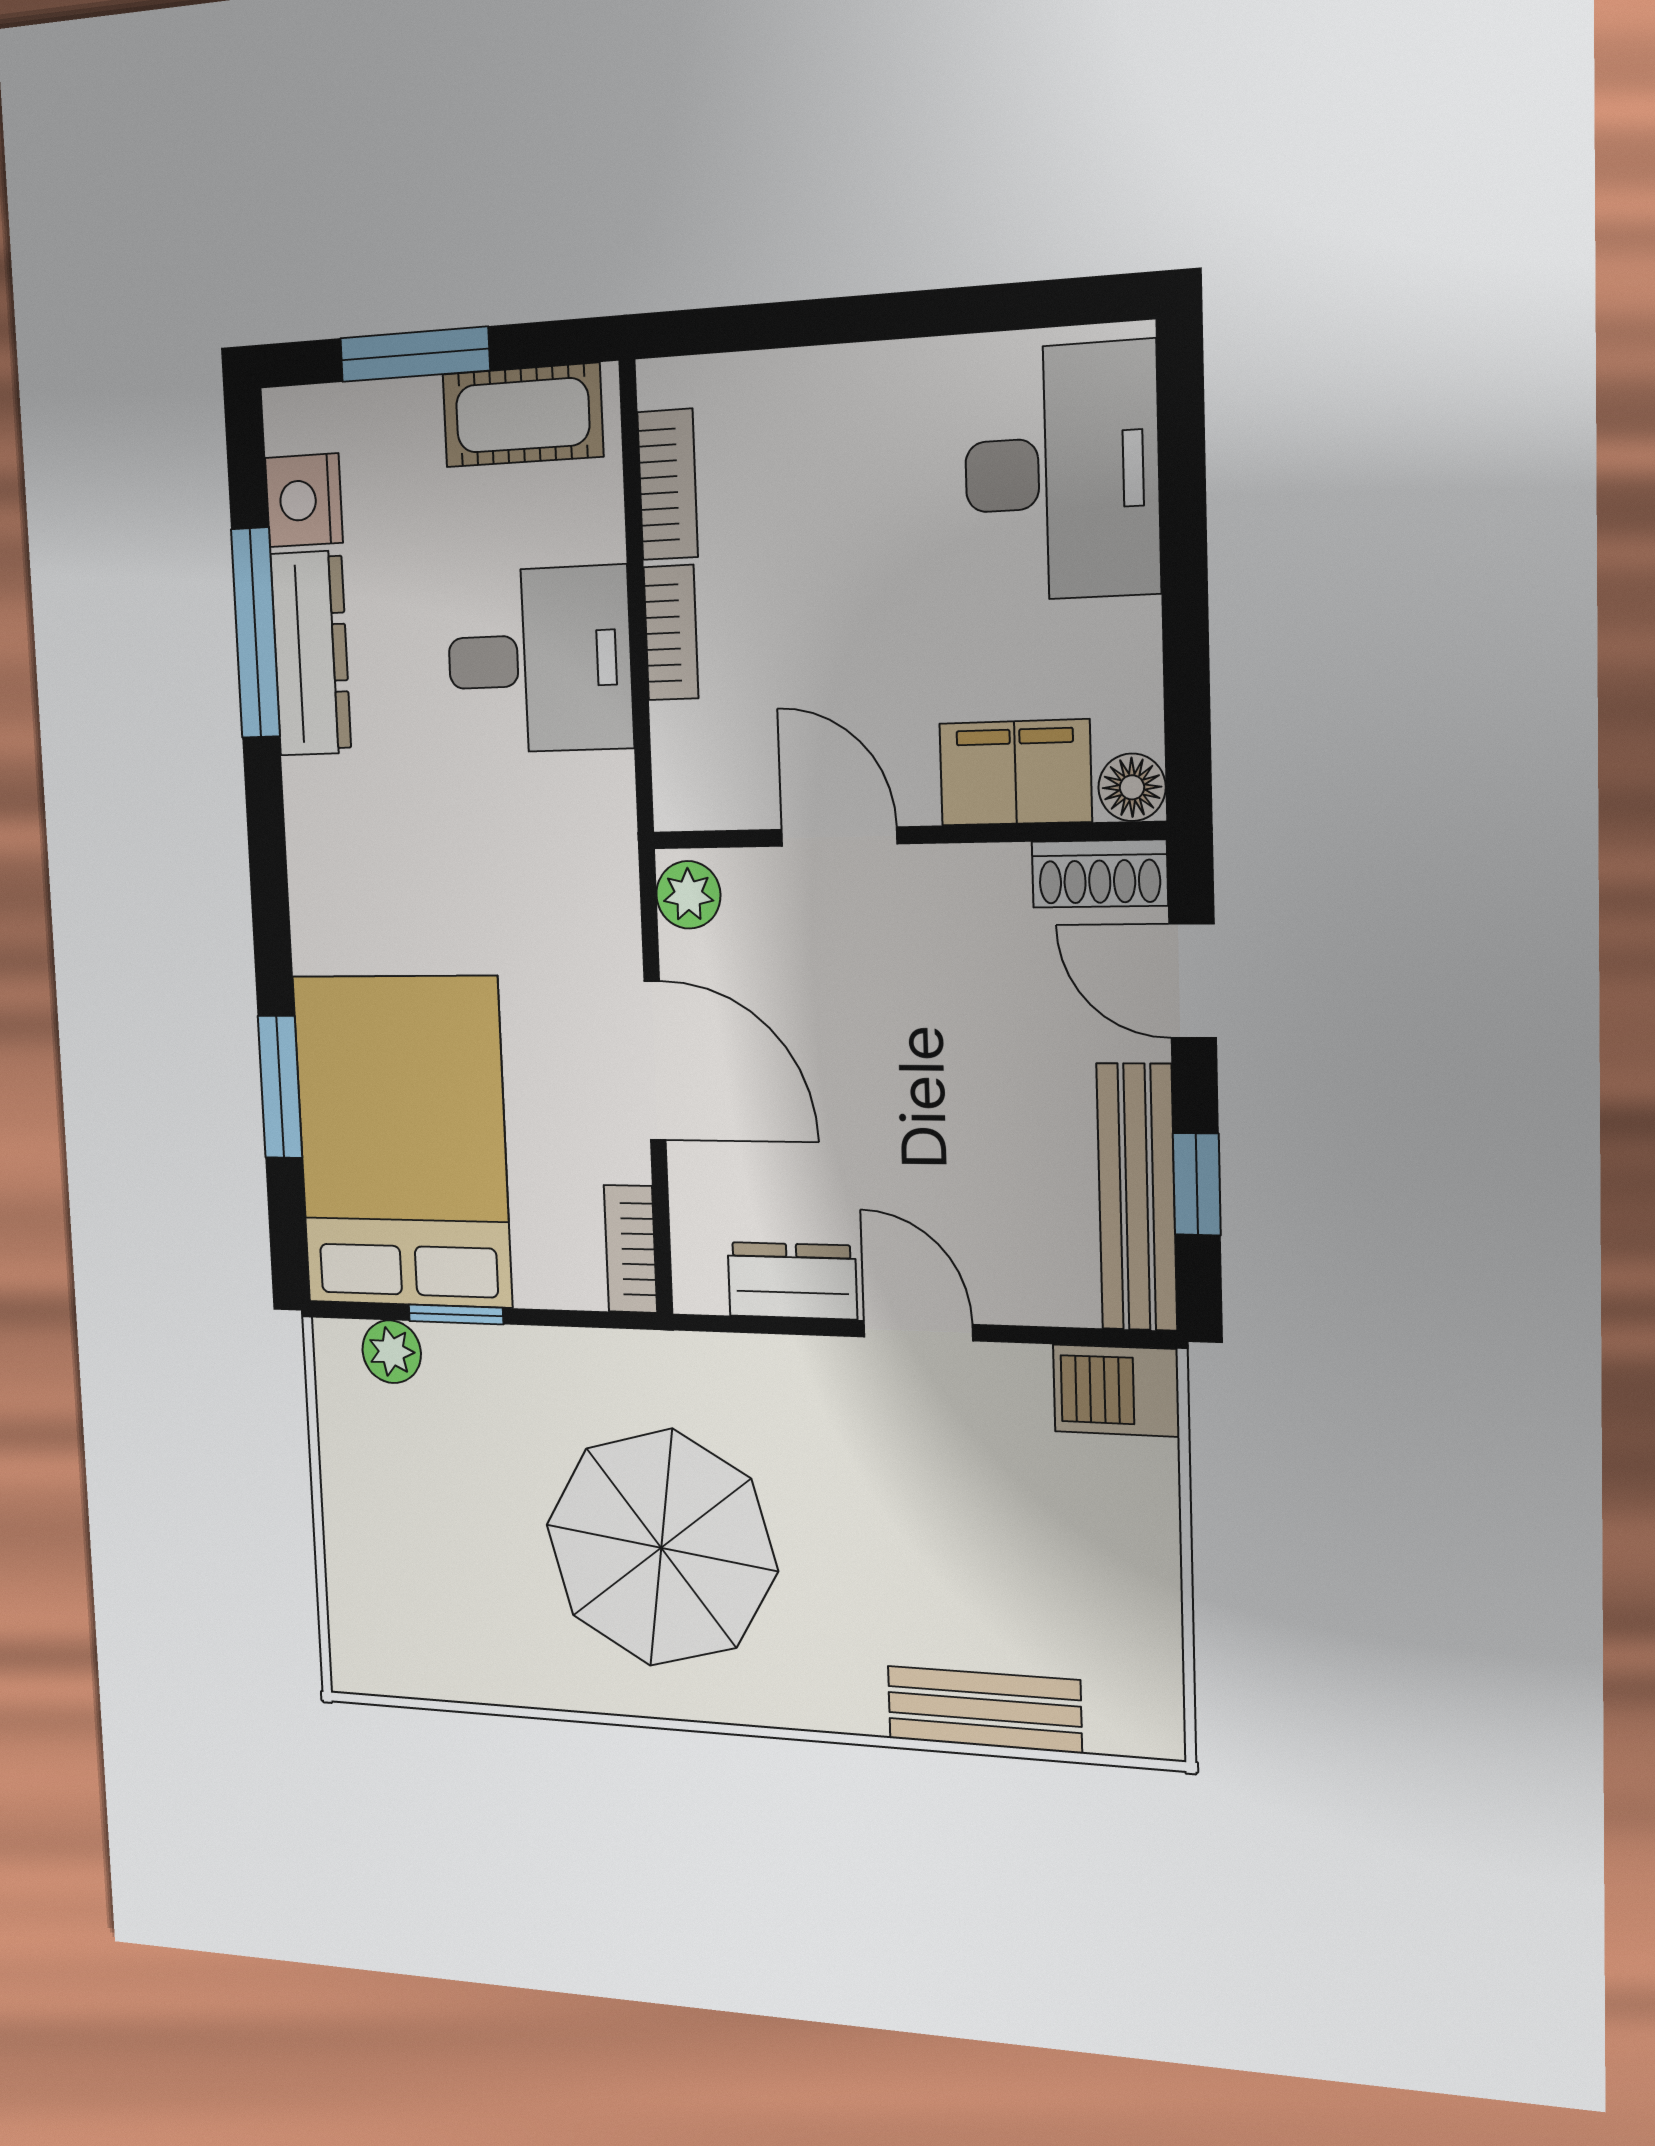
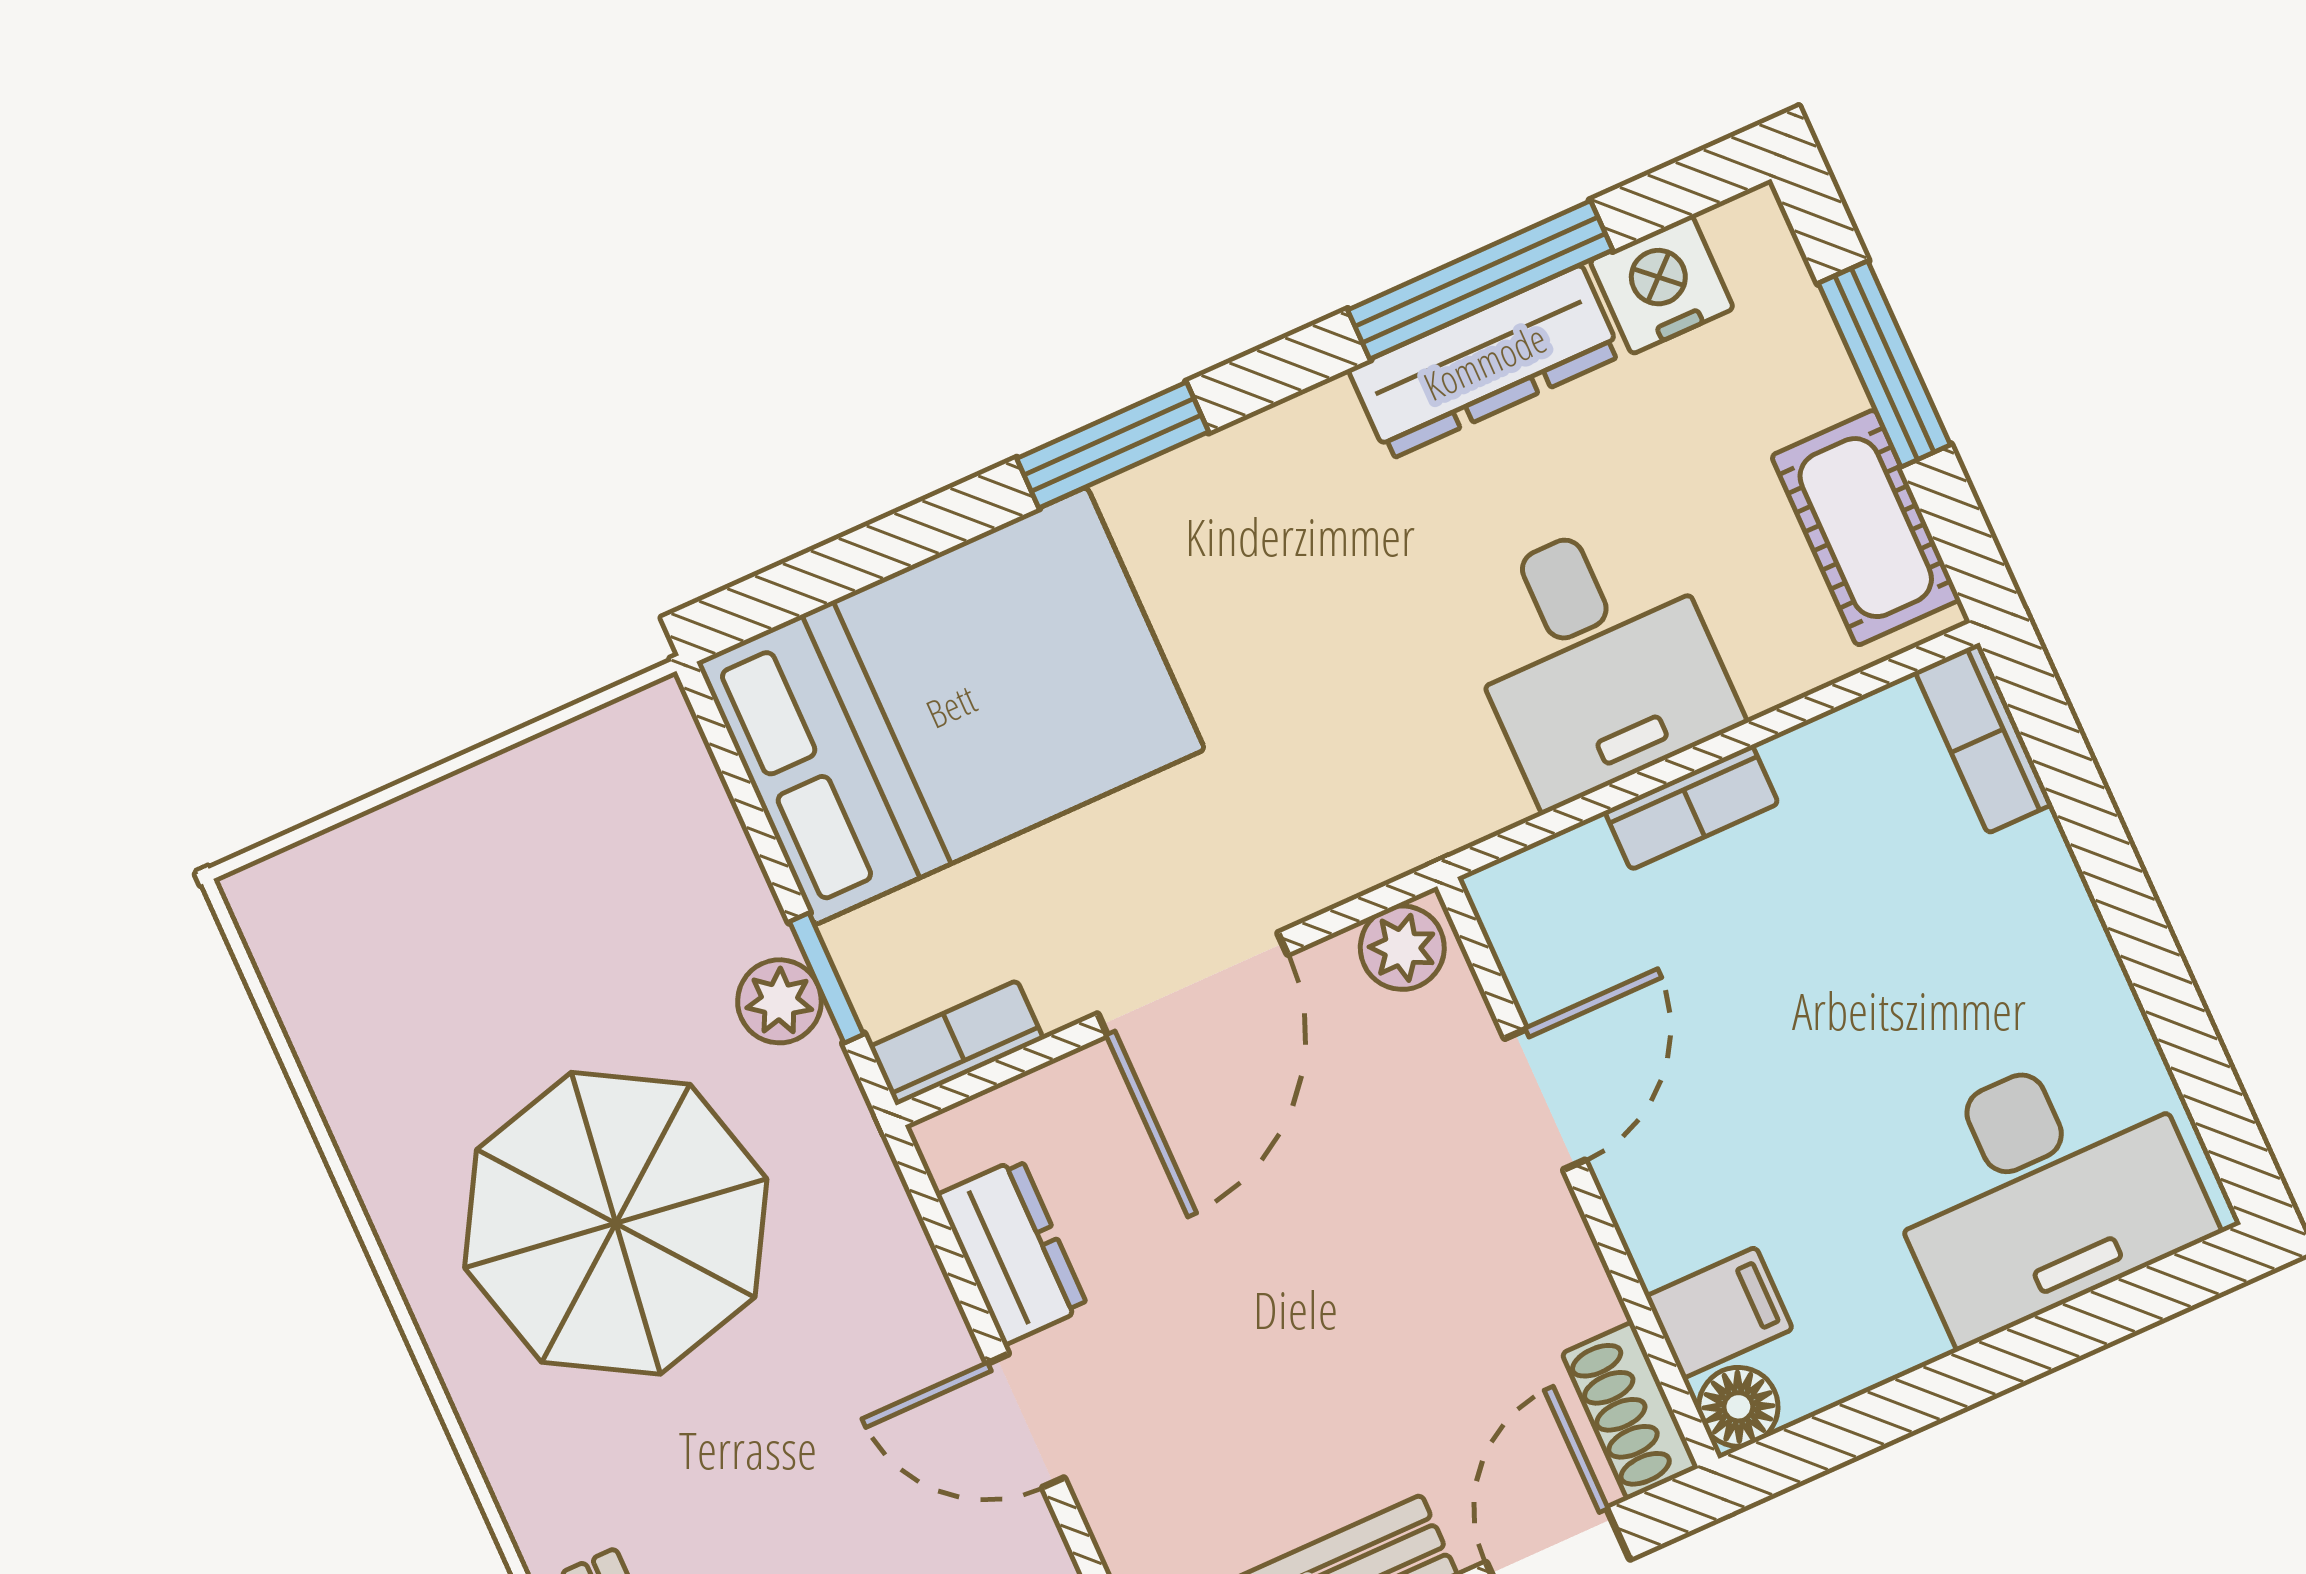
bookcase: (668, 485) -> (1984, 738), moved, turned 90
filing cabinet: (1015, 773) -> (1719, 1313), width x0.50
window: (280, 1087) -> (1113, 445), moved
window: (456, 1314) -> (827, 978), moved
door: (918, 1331) -> (1025, 1421), swing flipped
plant: (392, 1352) -> (779, 1001), moved

